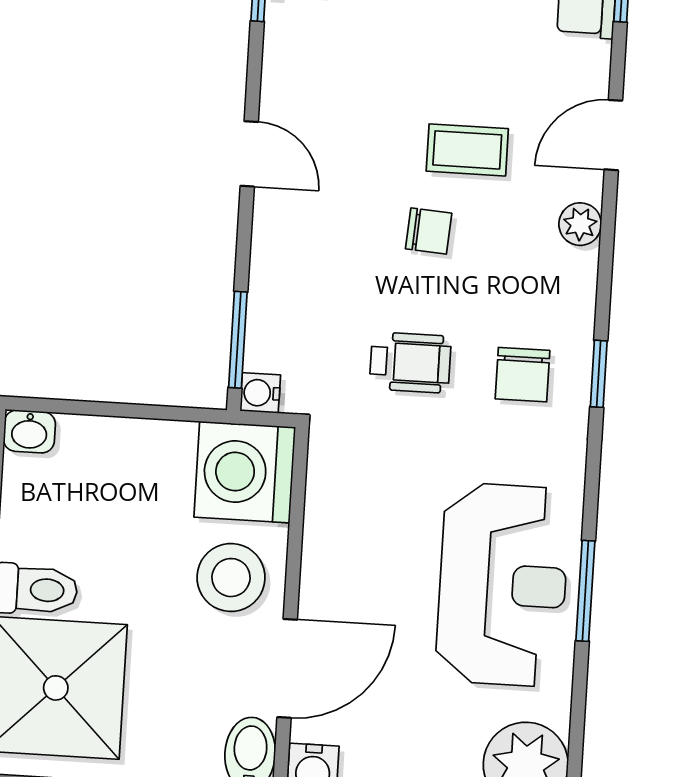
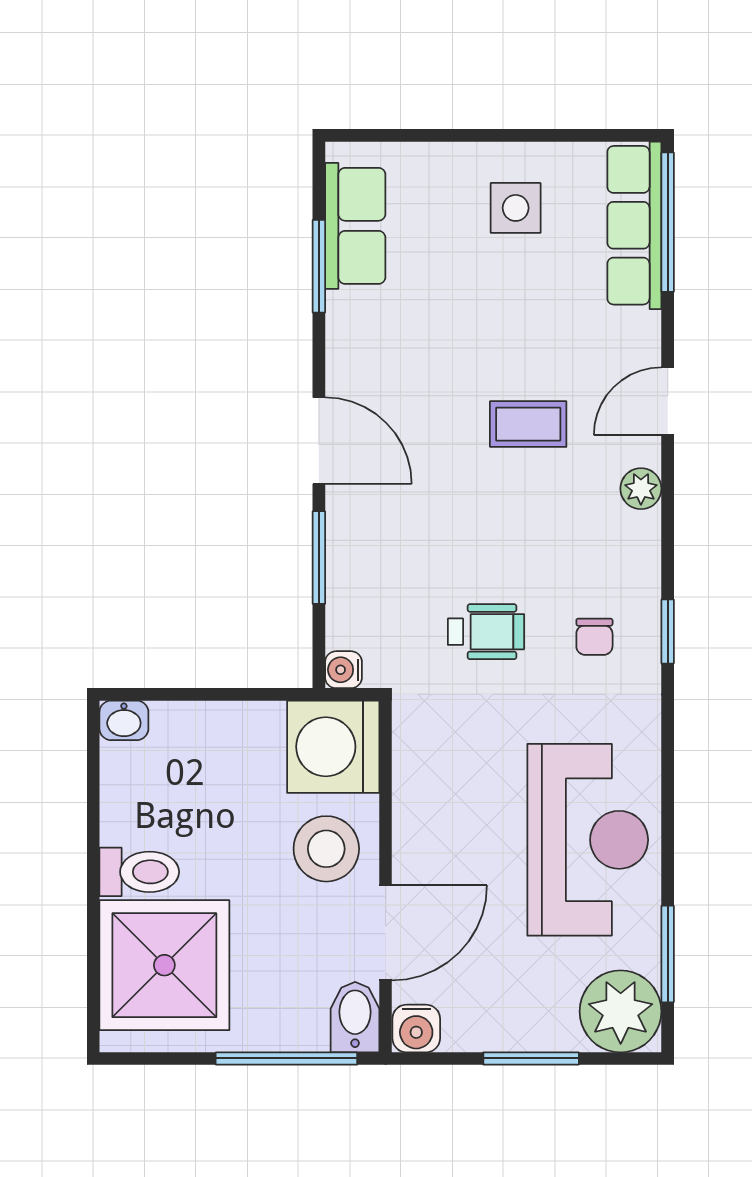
door: (249, 154) -> (319, 441), width x1.38
chair: (429, 231) -> (496, 504), removed
window: (238, 340) -> (319, 558), moved
chair: (522, 375) -> (594, 637), width x0.73, depth x0.73
window: (585, 591) -> (668, 954), moved

